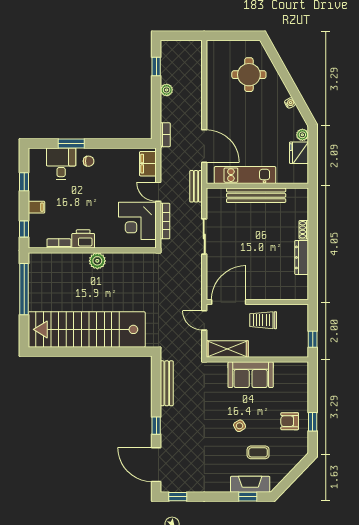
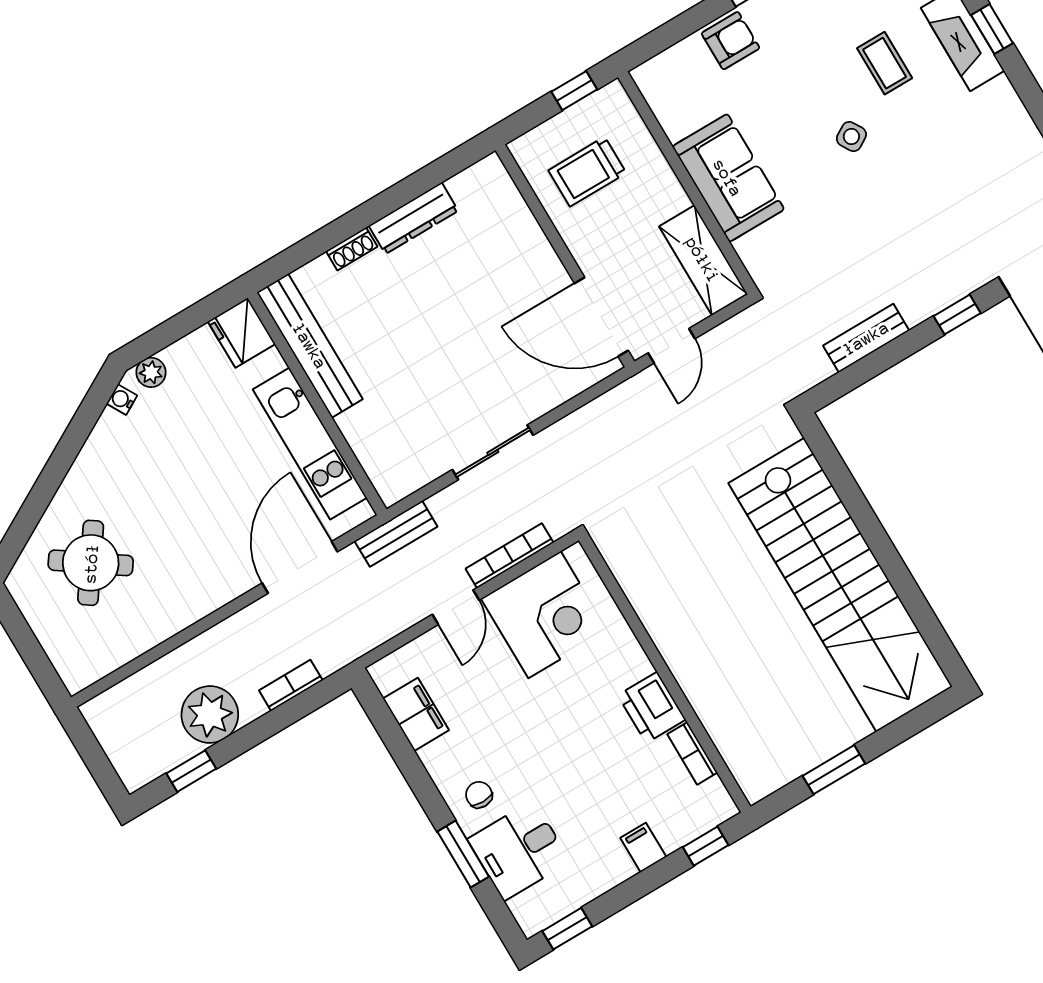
round table: (249, 75) -> (91, 563), turned 35
plant: (167, 90) -> (210, 715), width x1.87, depth x1.87
water cooler: (290, 103) -> (122, 400), moved
bookcase: (165, 135) -> (291, 685), moved
fridge: (299, 153) -> (241, 333), moved, turned 90
filing cabinet: (148, 164) -> (416, 714), moved, turned -90
window: (24, 182) -> (567, 929), moved
bench: (256, 195) -> (310, 346), moved
plant: (97, 261) -> (680, 649), removed
window: (24, 289) -> (834, 770), width x0.47
trolley: (263, 320) -> (587, 172), moved, turned 90
bench: (167, 383) -> (866, 338), width x0.73
armchair: (290, 421) -> (731, 41), moved, turned -90

